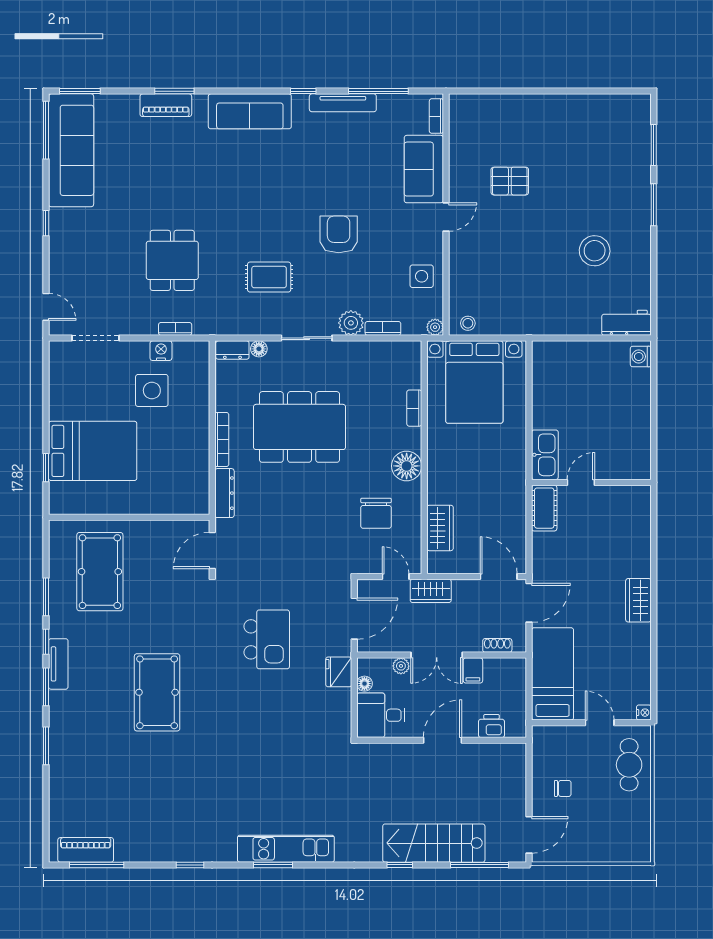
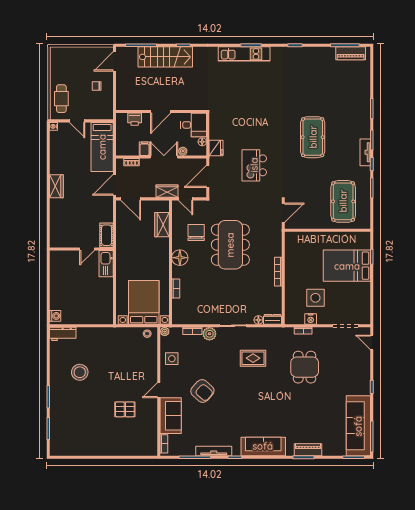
armchair: (339, 234) -> (202, 391), moved, turned -48
dining table: (300, 427) -> (230, 245), moved, turned 90
dresser: (224, 493) -> (277, 243), removed

